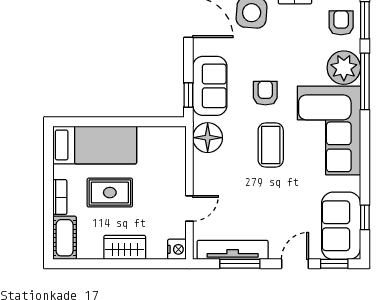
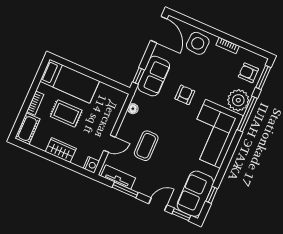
armchair: (341, 23) -> (248, 73), turned -90
floor lamp: (208, 138) -> (133, 109), width x0.53, depth x0.53
coffee table: (271, 145) -> (146, 146), moved
tv unit: (233, 250) -> (118, 177), width x0.71

